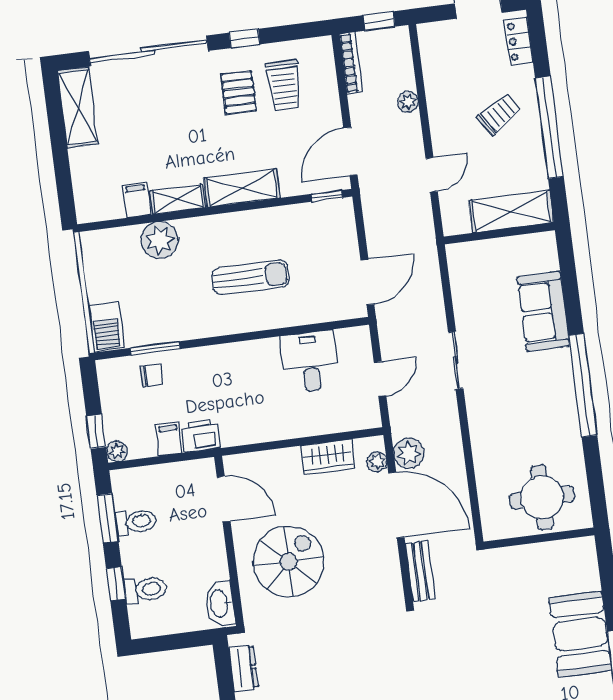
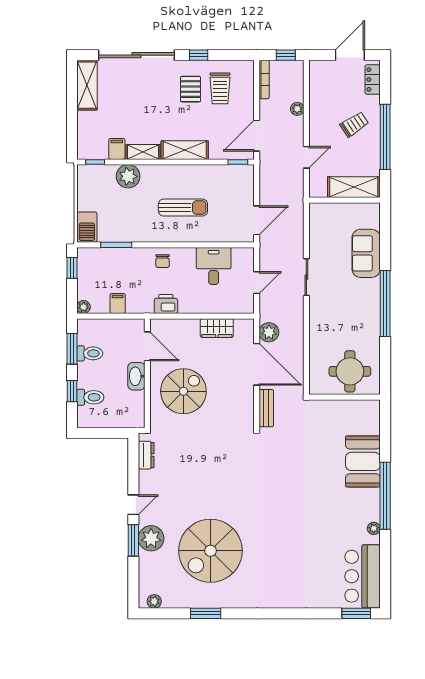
window: (106, 225) -> (95, 162), added
chair: (152, 375) -> (163, 261), moved, turned 90
window: (96, 431) -> (72, 268), moved
printer: (201, 436) -> (166, 304), moved
plant: (377, 462) -> (248, 335), removed
washbasin: (220, 603) -> (136, 376), moved

